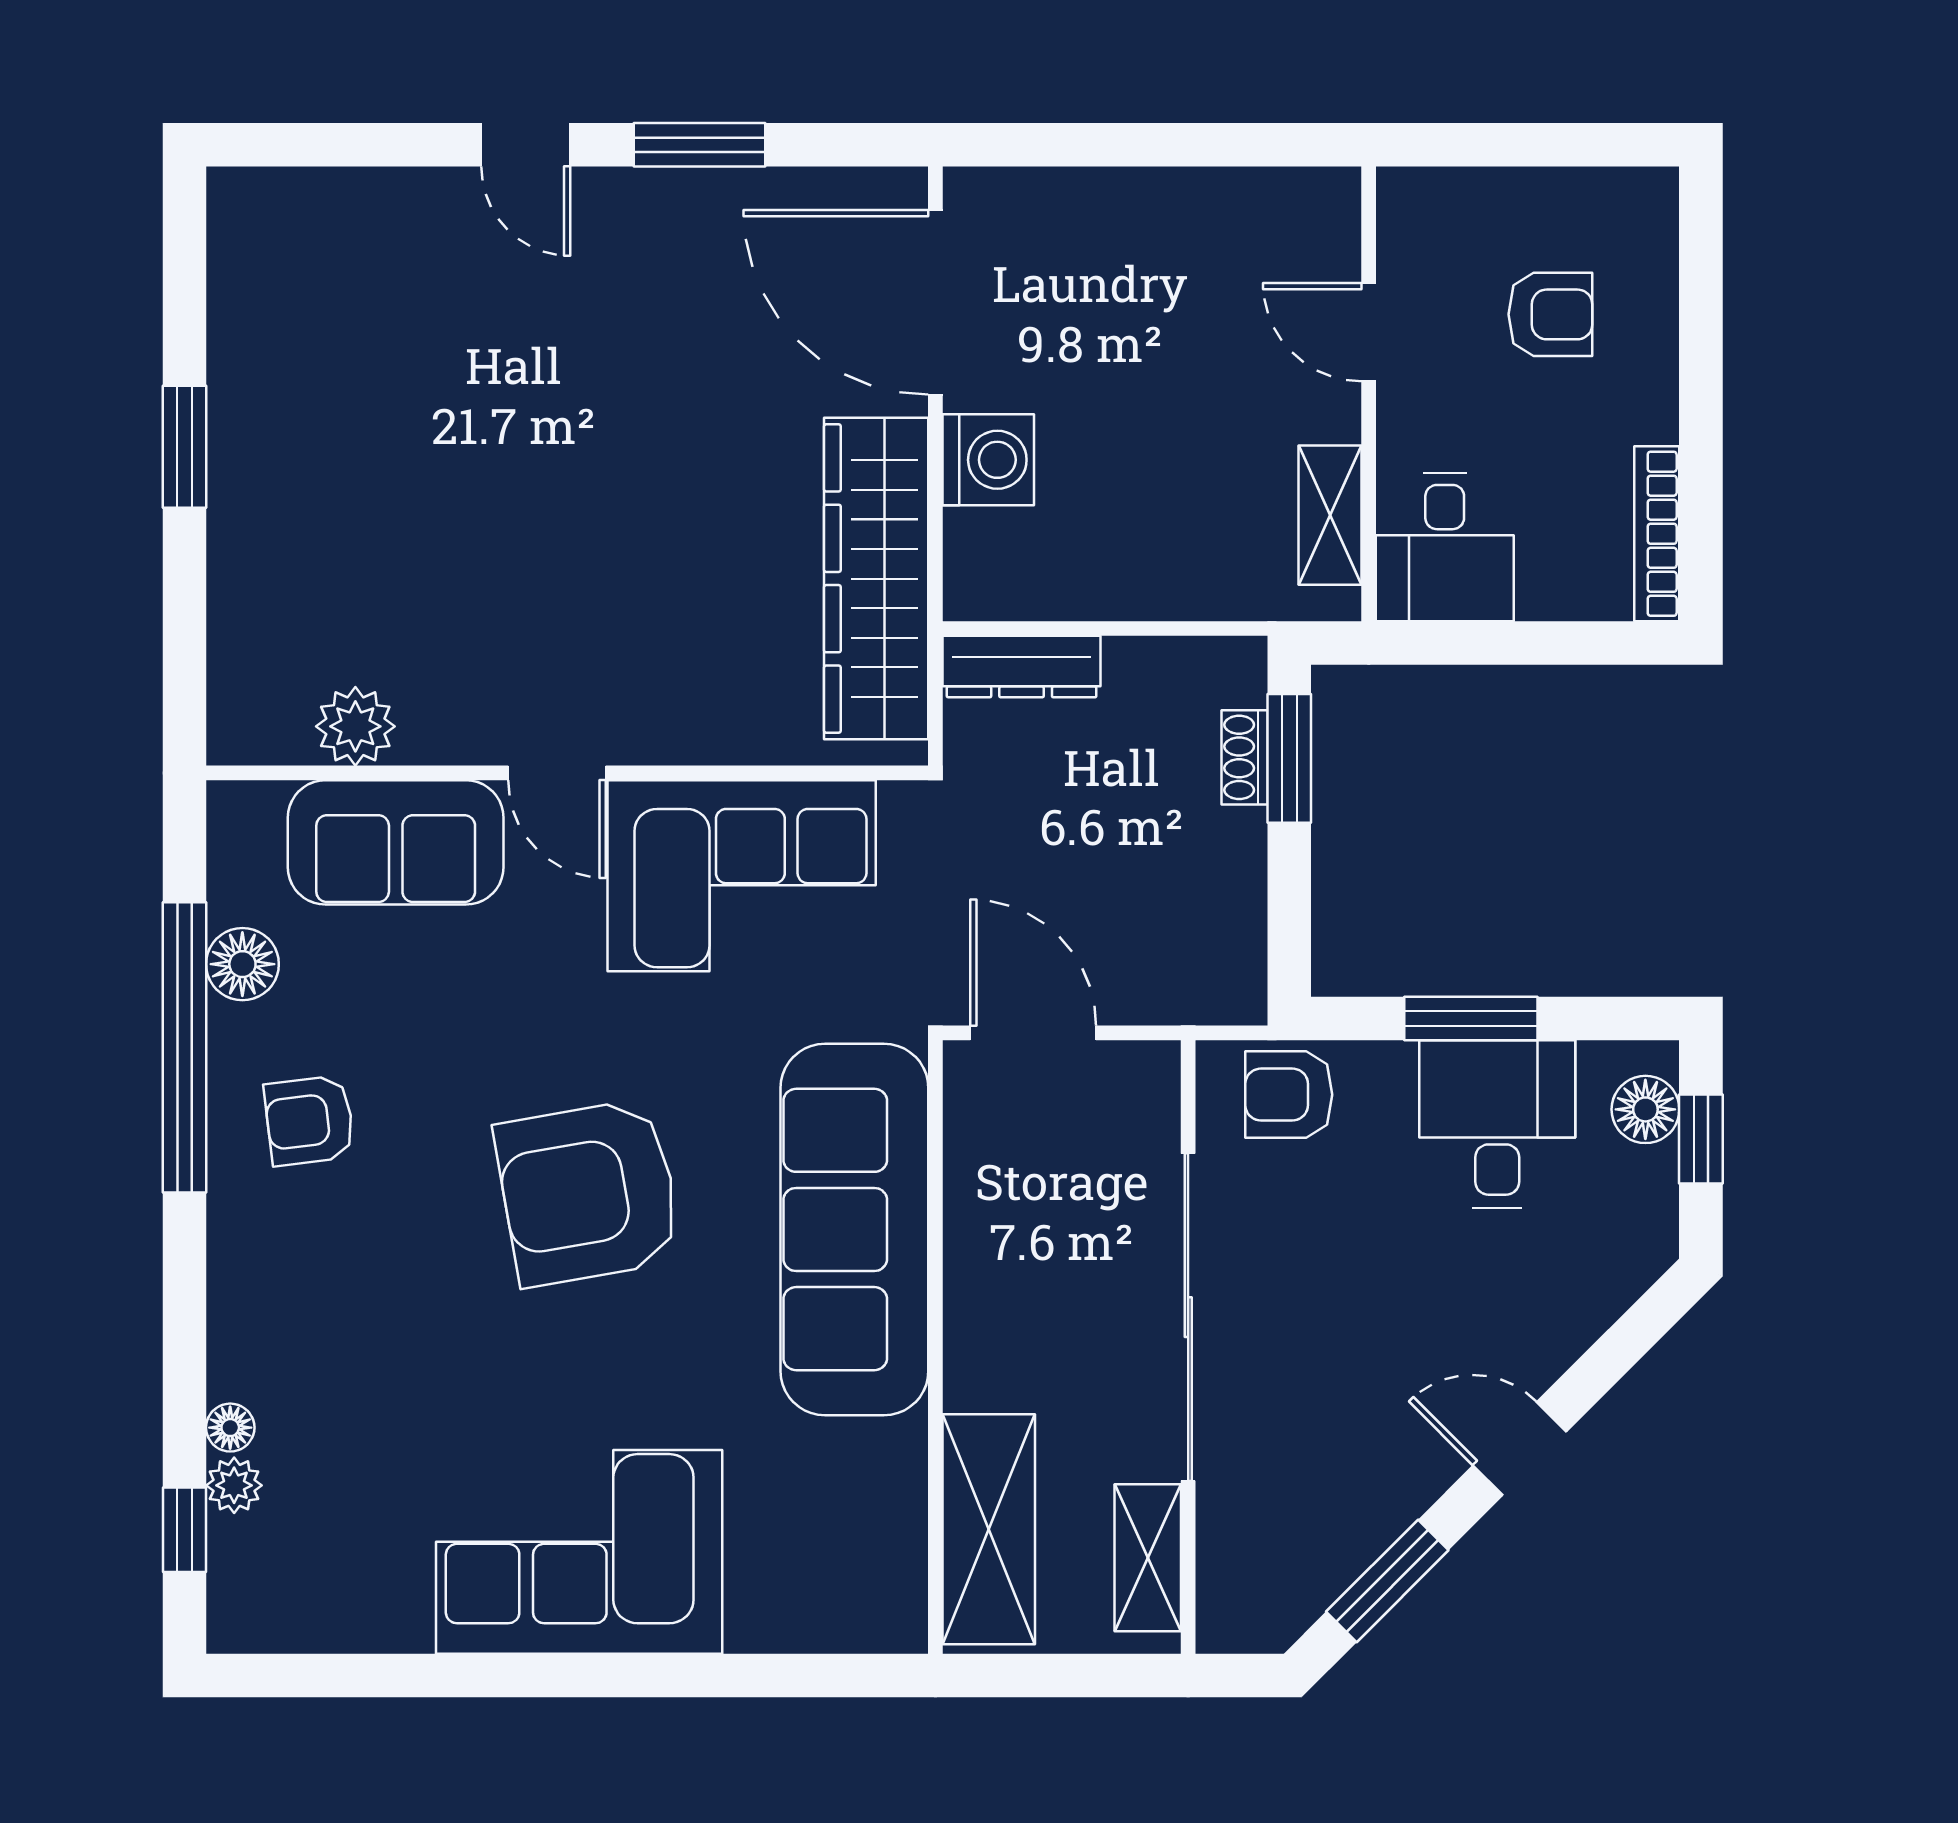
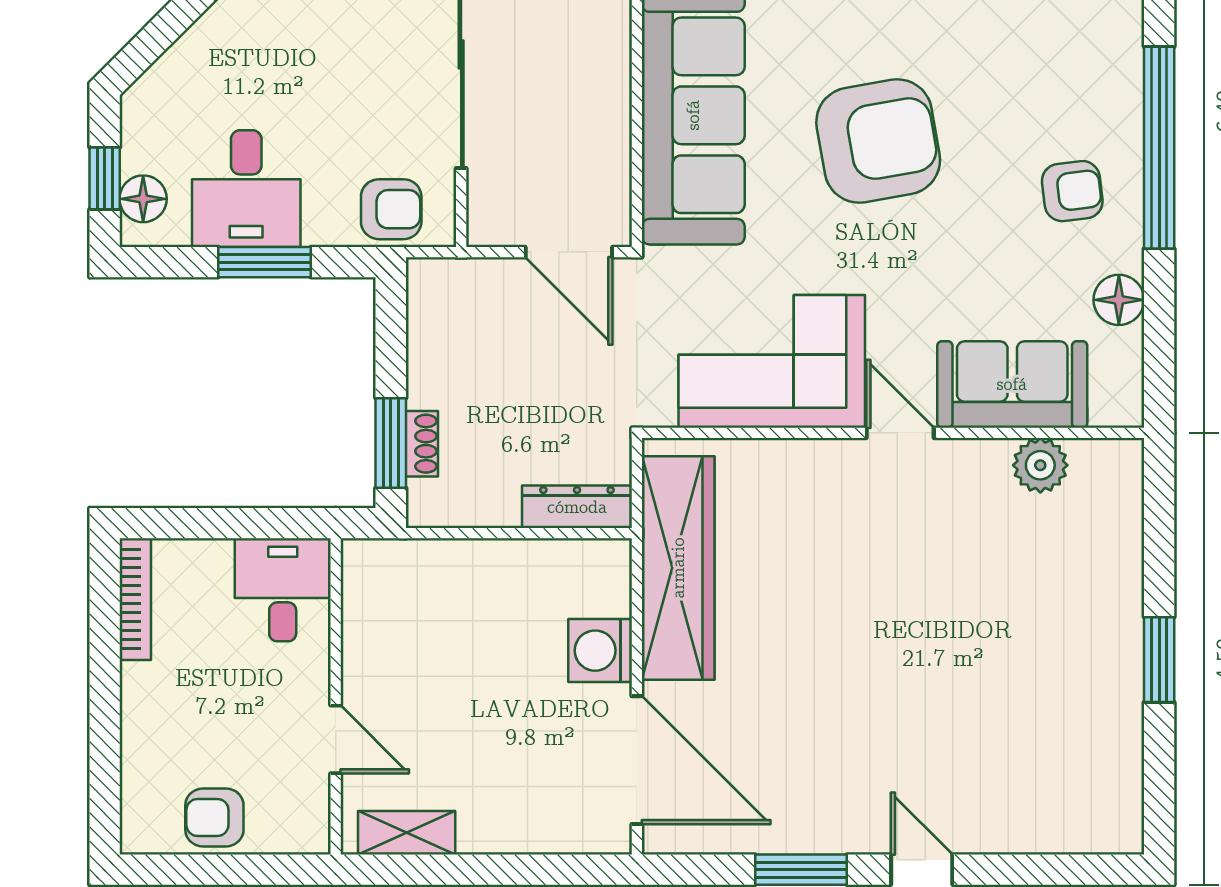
armchair: (1550, 314) -> (214, 817), moved
shelving: (1330, 515) -> (407, 833), moved, turned 90
window: (184, 1047) -> (1159, 148), moved

